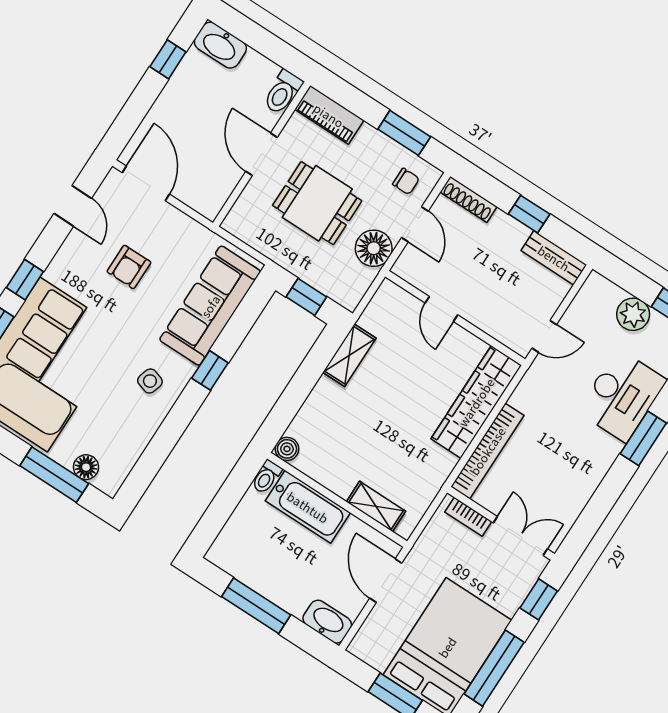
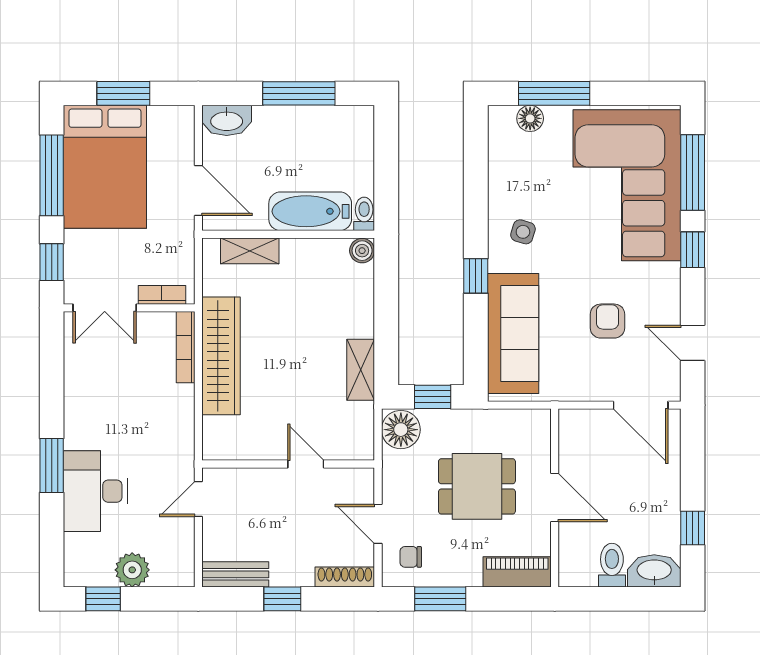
toilet: (283, 92) -> (612, 565), moved
floor lamp: (374, 248) -> (401, 430), moved
wardrobe: (476, 402) -> (221, 356), moved
bookcase: (487, 451) -> (186, 347), width x0.68, depth x0.76

